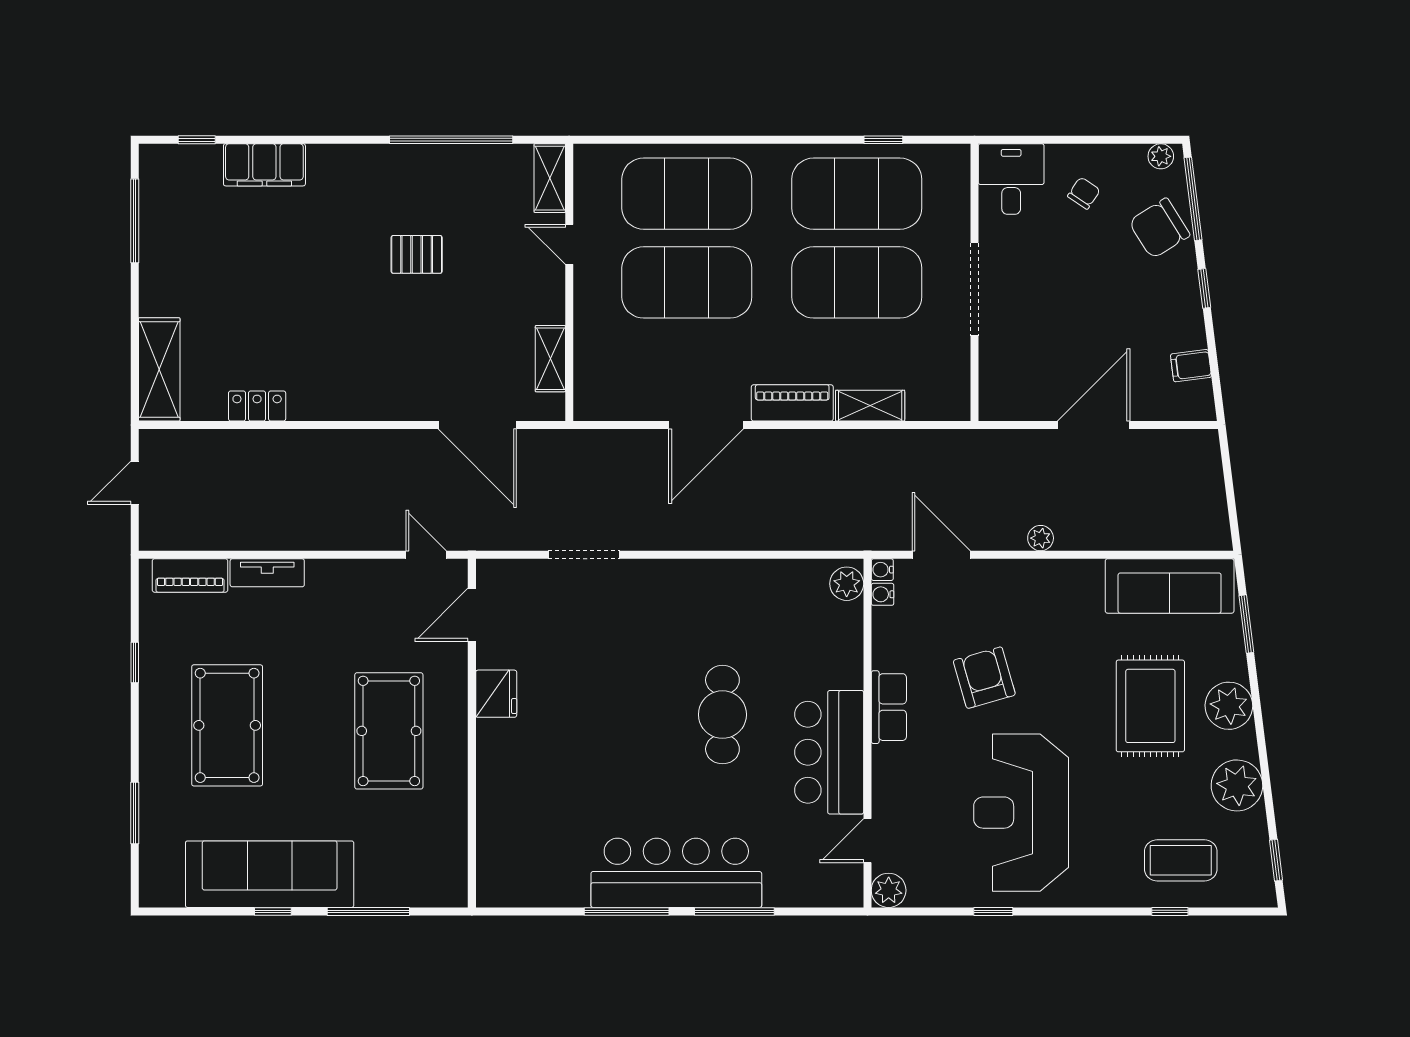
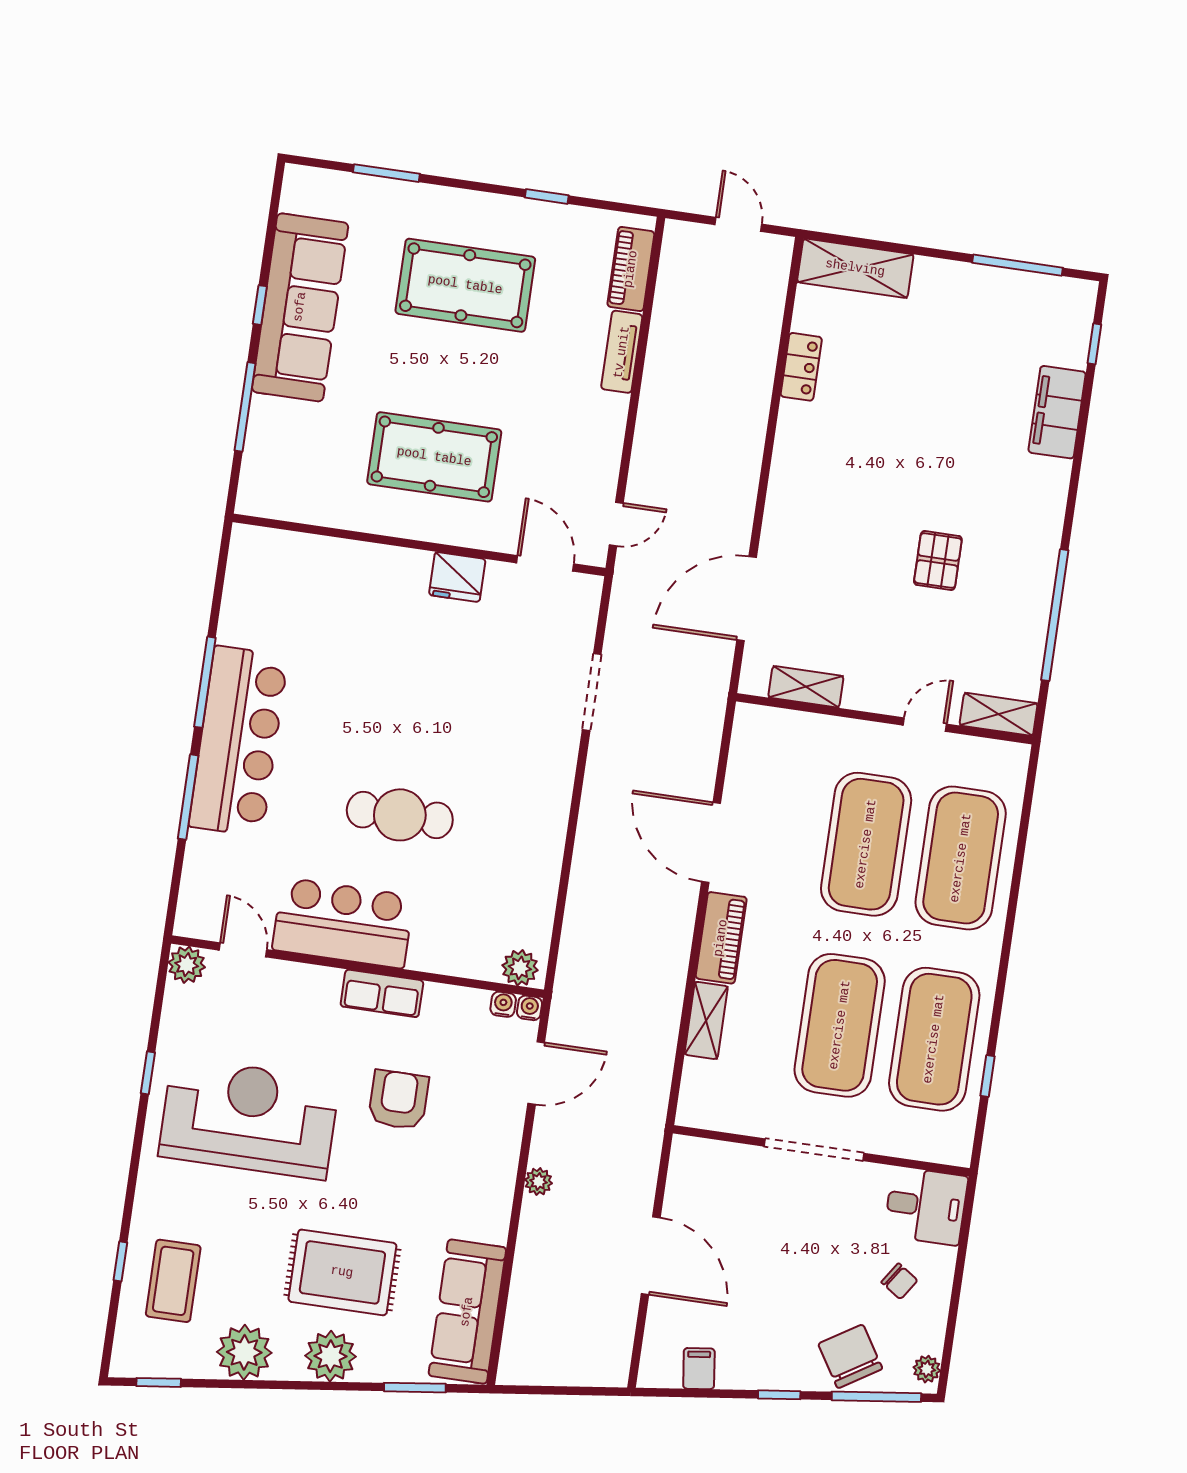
armchair: (984, 678) -> (398, 1100), turned -74

